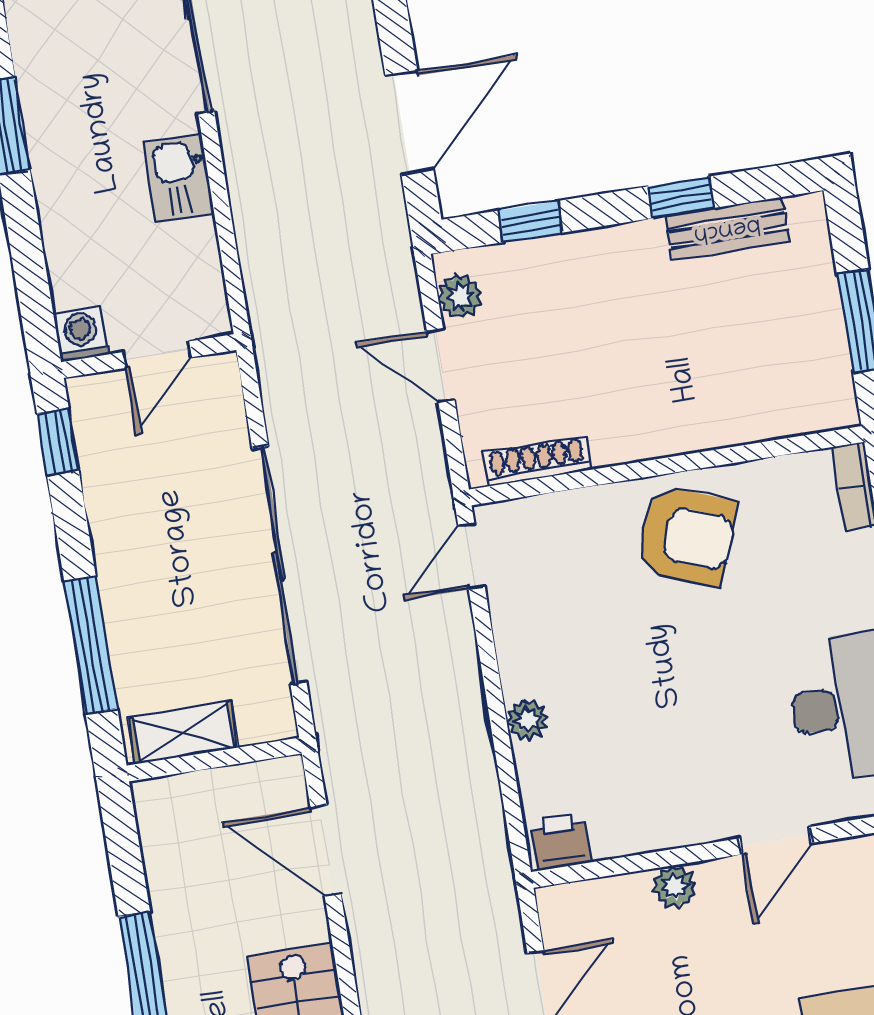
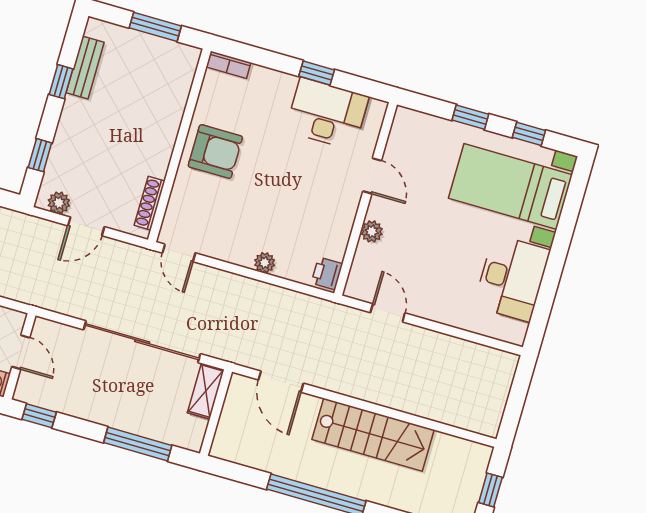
armchair: (686, 536) -> (215, 152), turned 69
shelving: (183, 733) -> (206, 391), moved
door: (326, 851) -> (281, 382), hinge flipped

